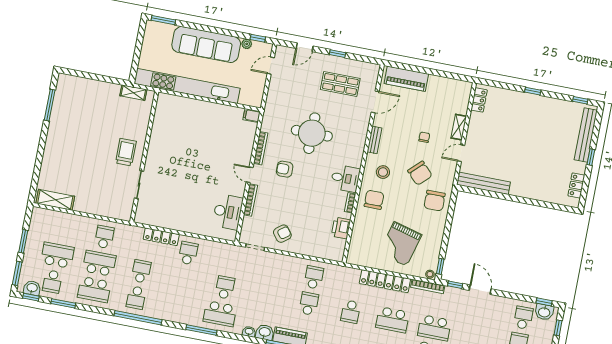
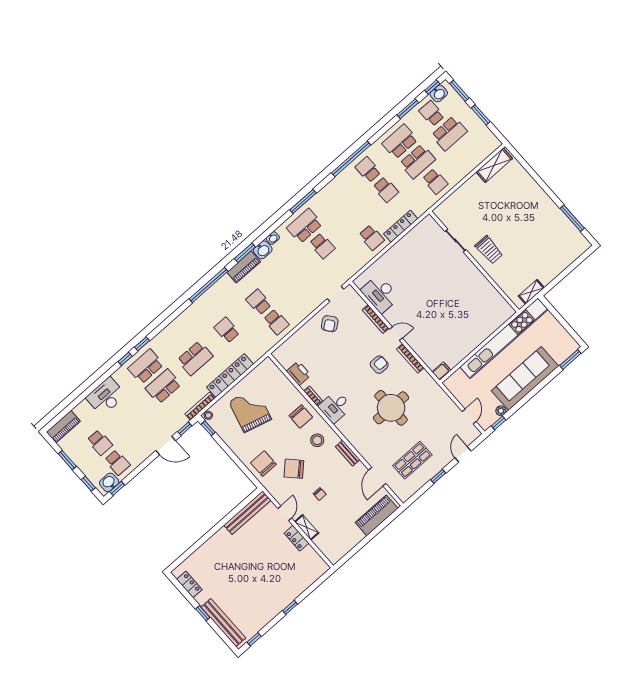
locker: (479, 100) -> (297, 538), moved
school desk: (309, 304) -> (259, 302), turned 180
school desk: (393, 320) -> (195, 358), turned 180

